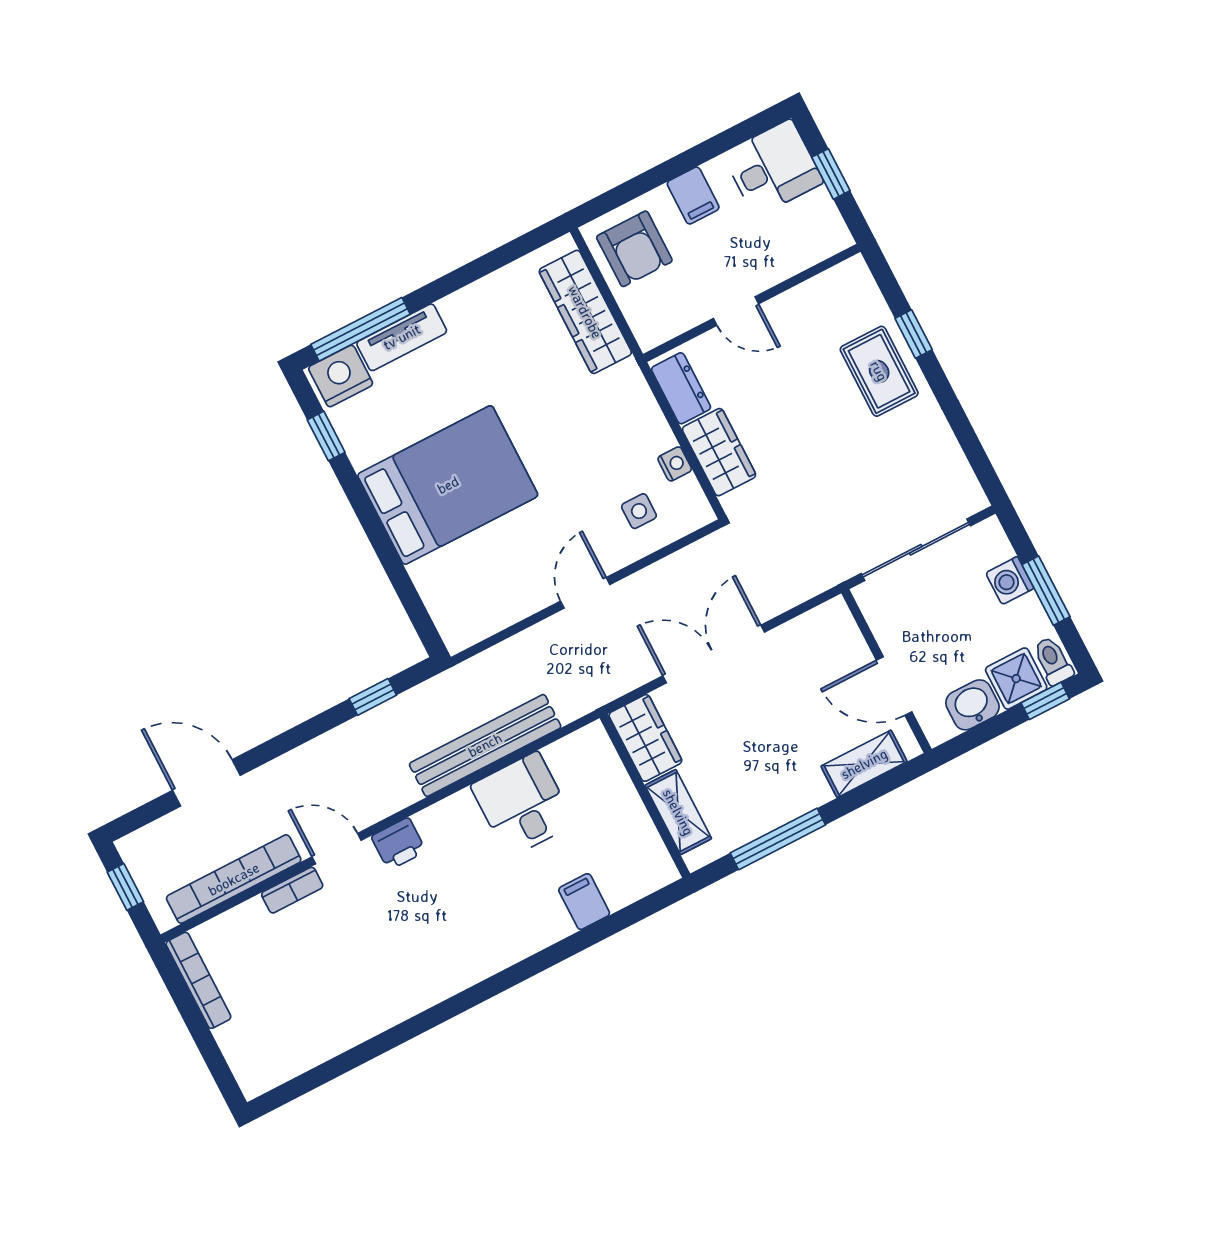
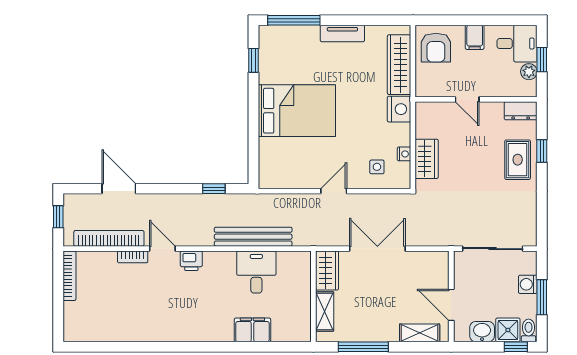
plant: (819, 207) -> (529, 72), added
tv unit: (402, 337) -> (342, 33), moved
nightstand: (341, 376) -> (399, 109), moved, turned 90
dresser: (681, 388) -> (521, 111), moved, turned 90
filing cabinet: (584, 902) -> (252, 330), width x2.00

